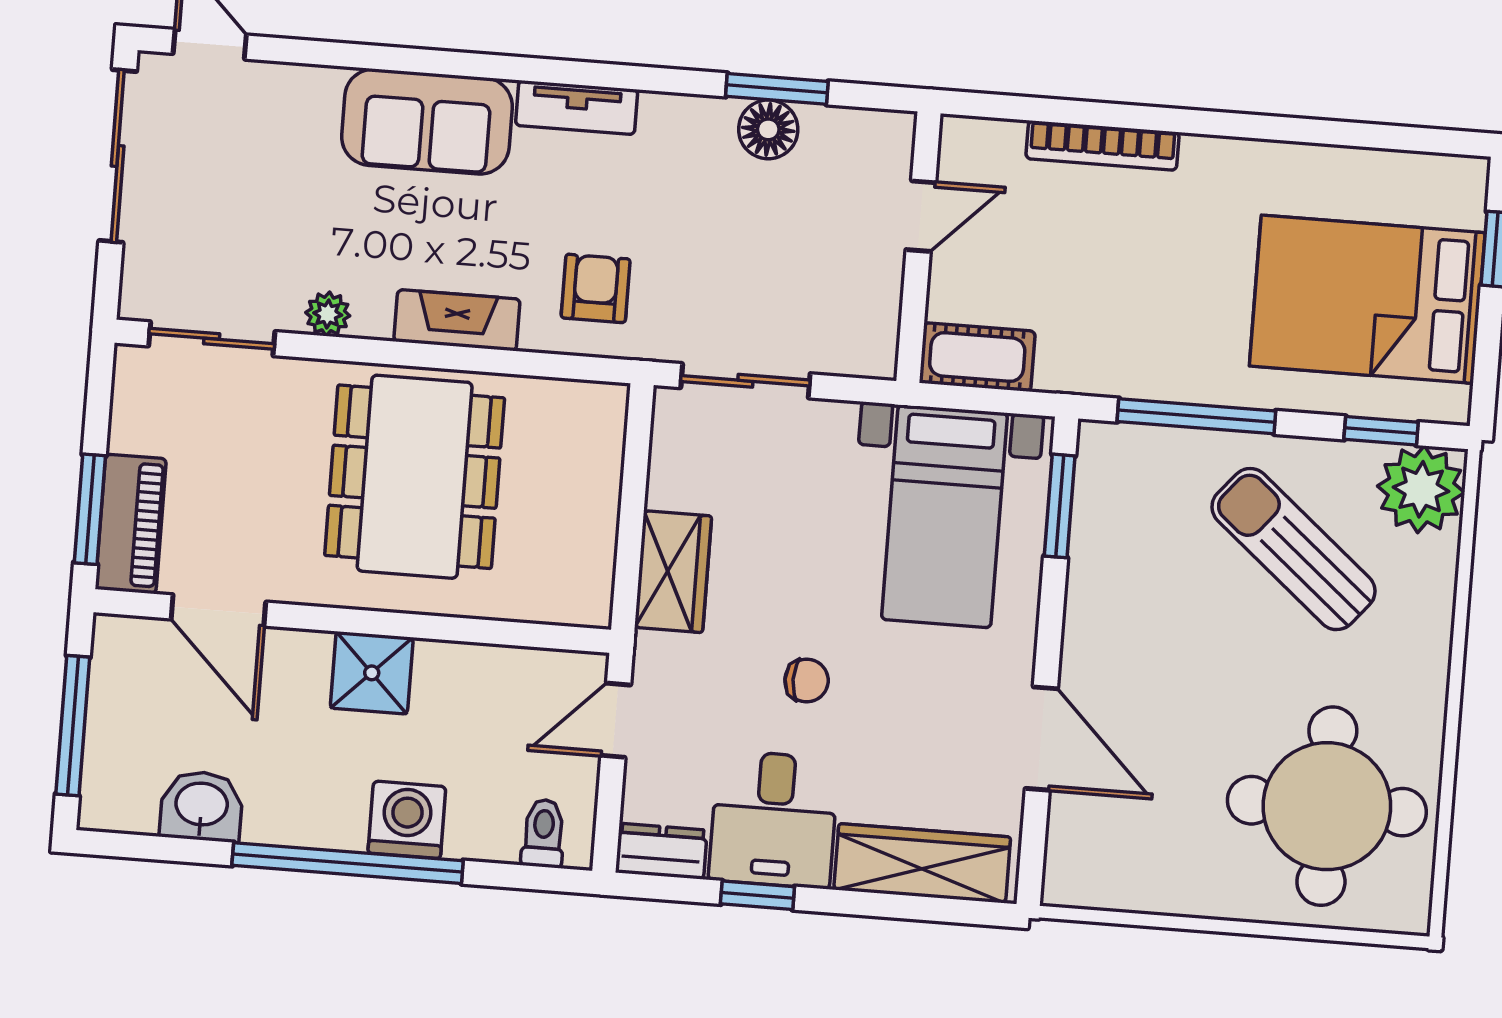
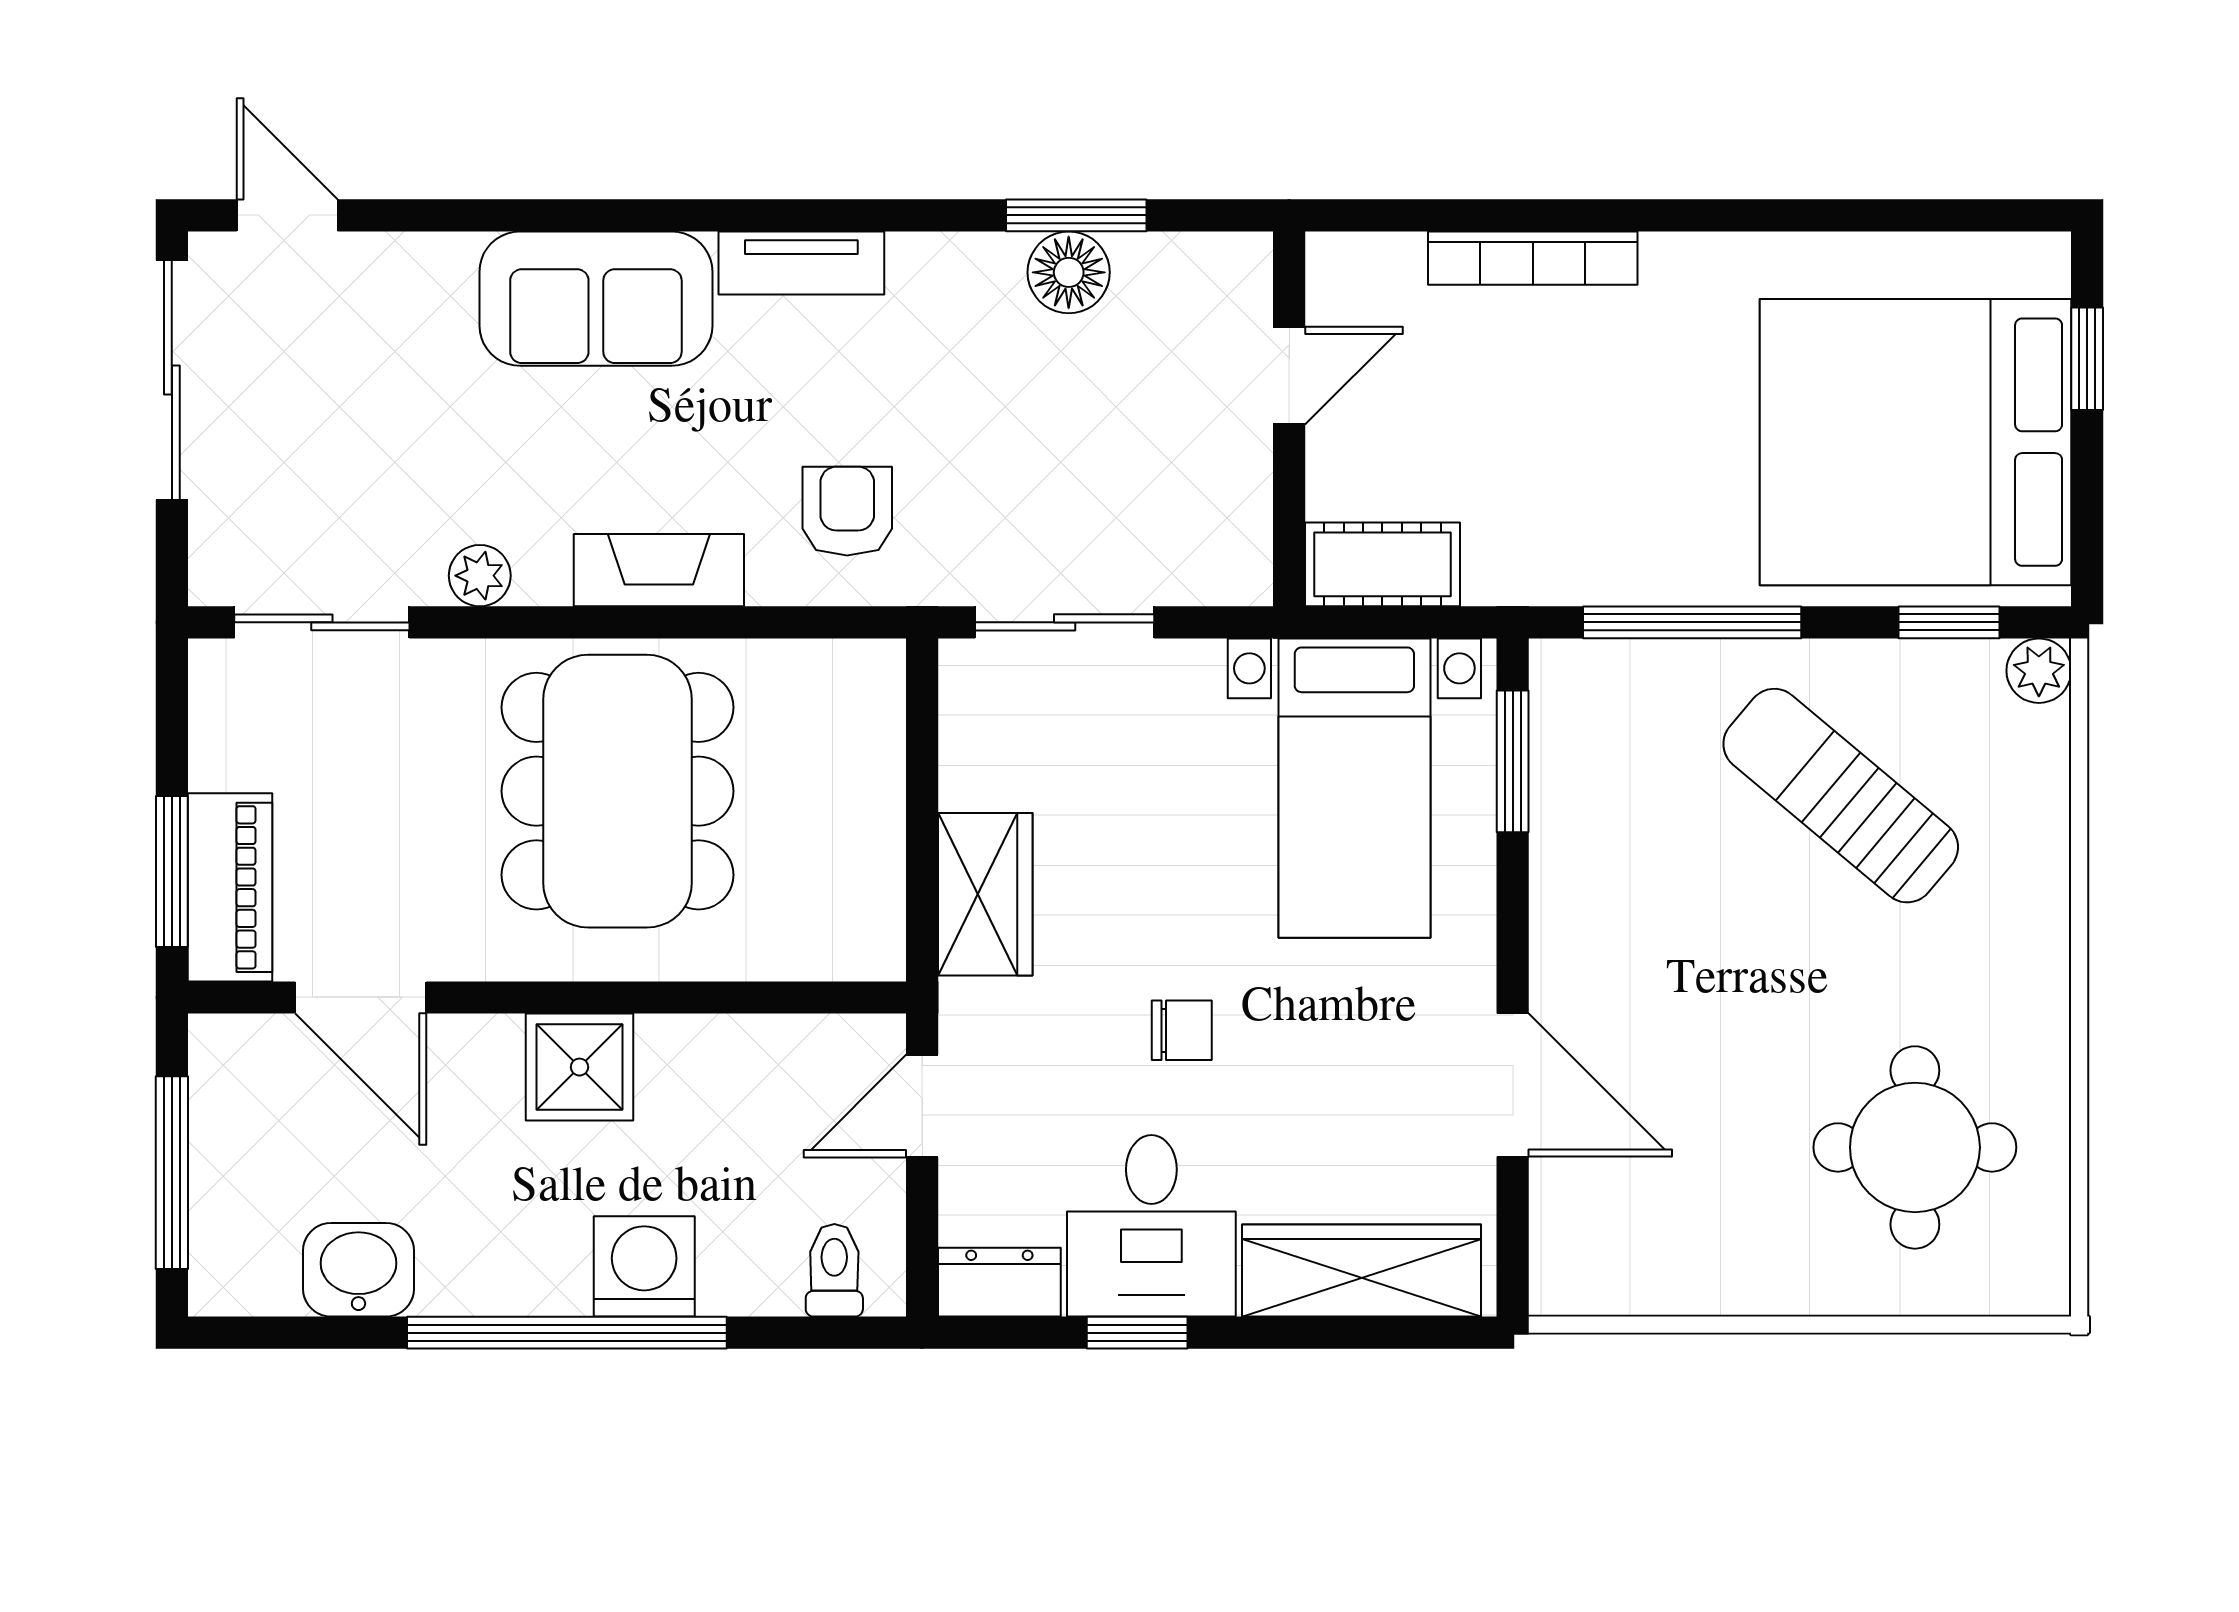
bed: (1367, 299) -> (1916, 442), width x1.36
plant: (1421, 489) -> (2039, 671), width x0.53, depth x0.53
round table: (1327, 806) -> (1915, 1147), width x0.73, depth x0.73

